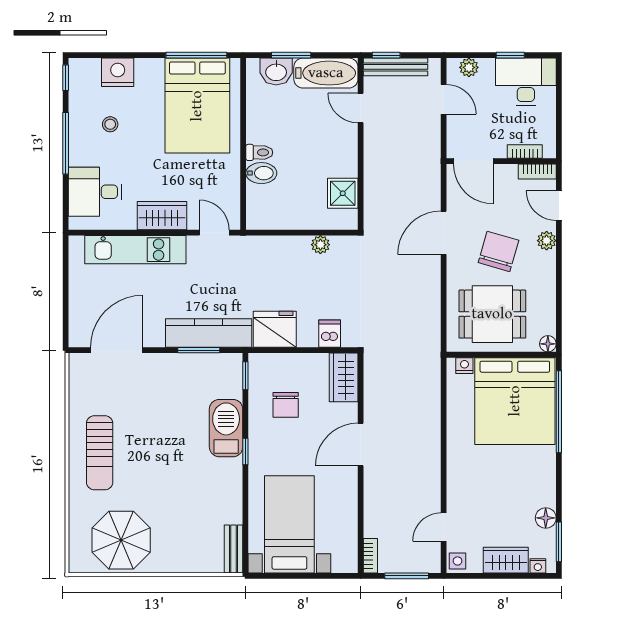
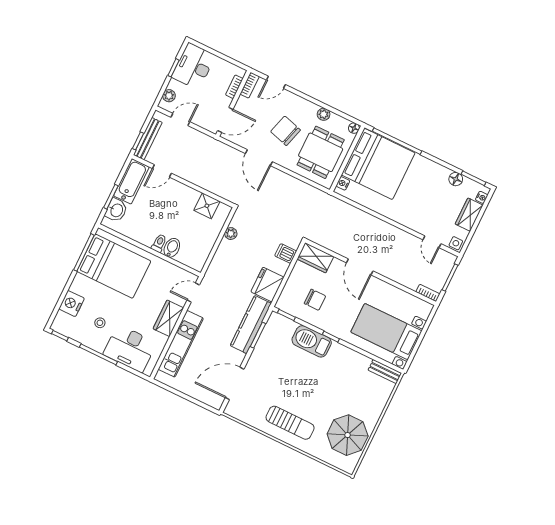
desk: (95, 192) -> (130, 348), width x1.37
plant: (547, 241) -> (324, 114), moved
door: (117, 350) -> (235, 383), hinge flipped

